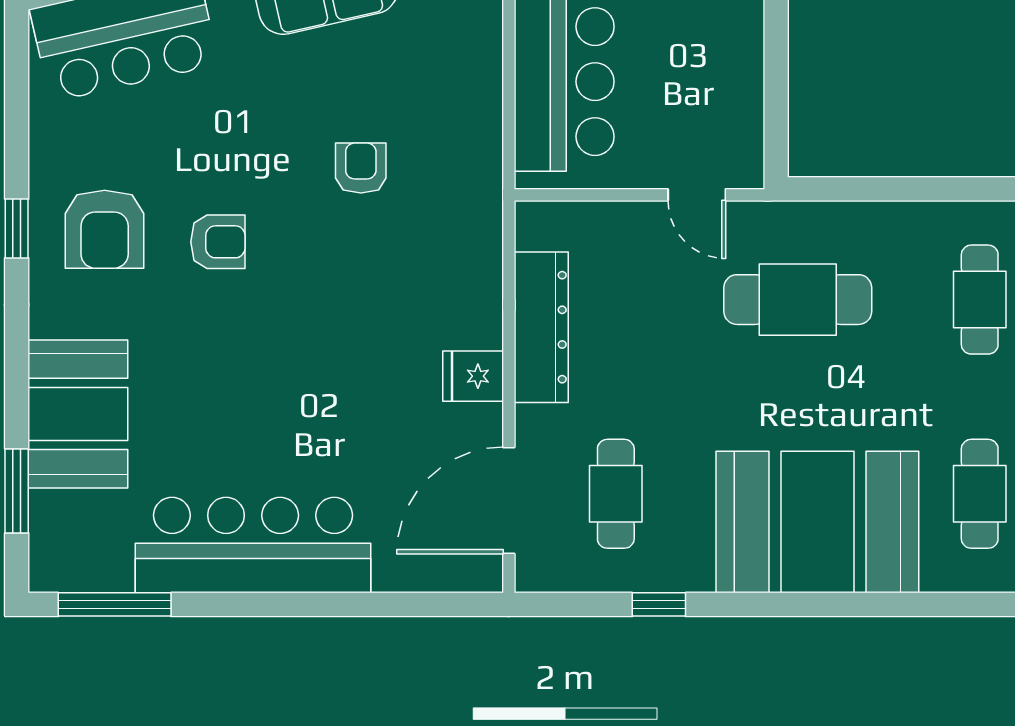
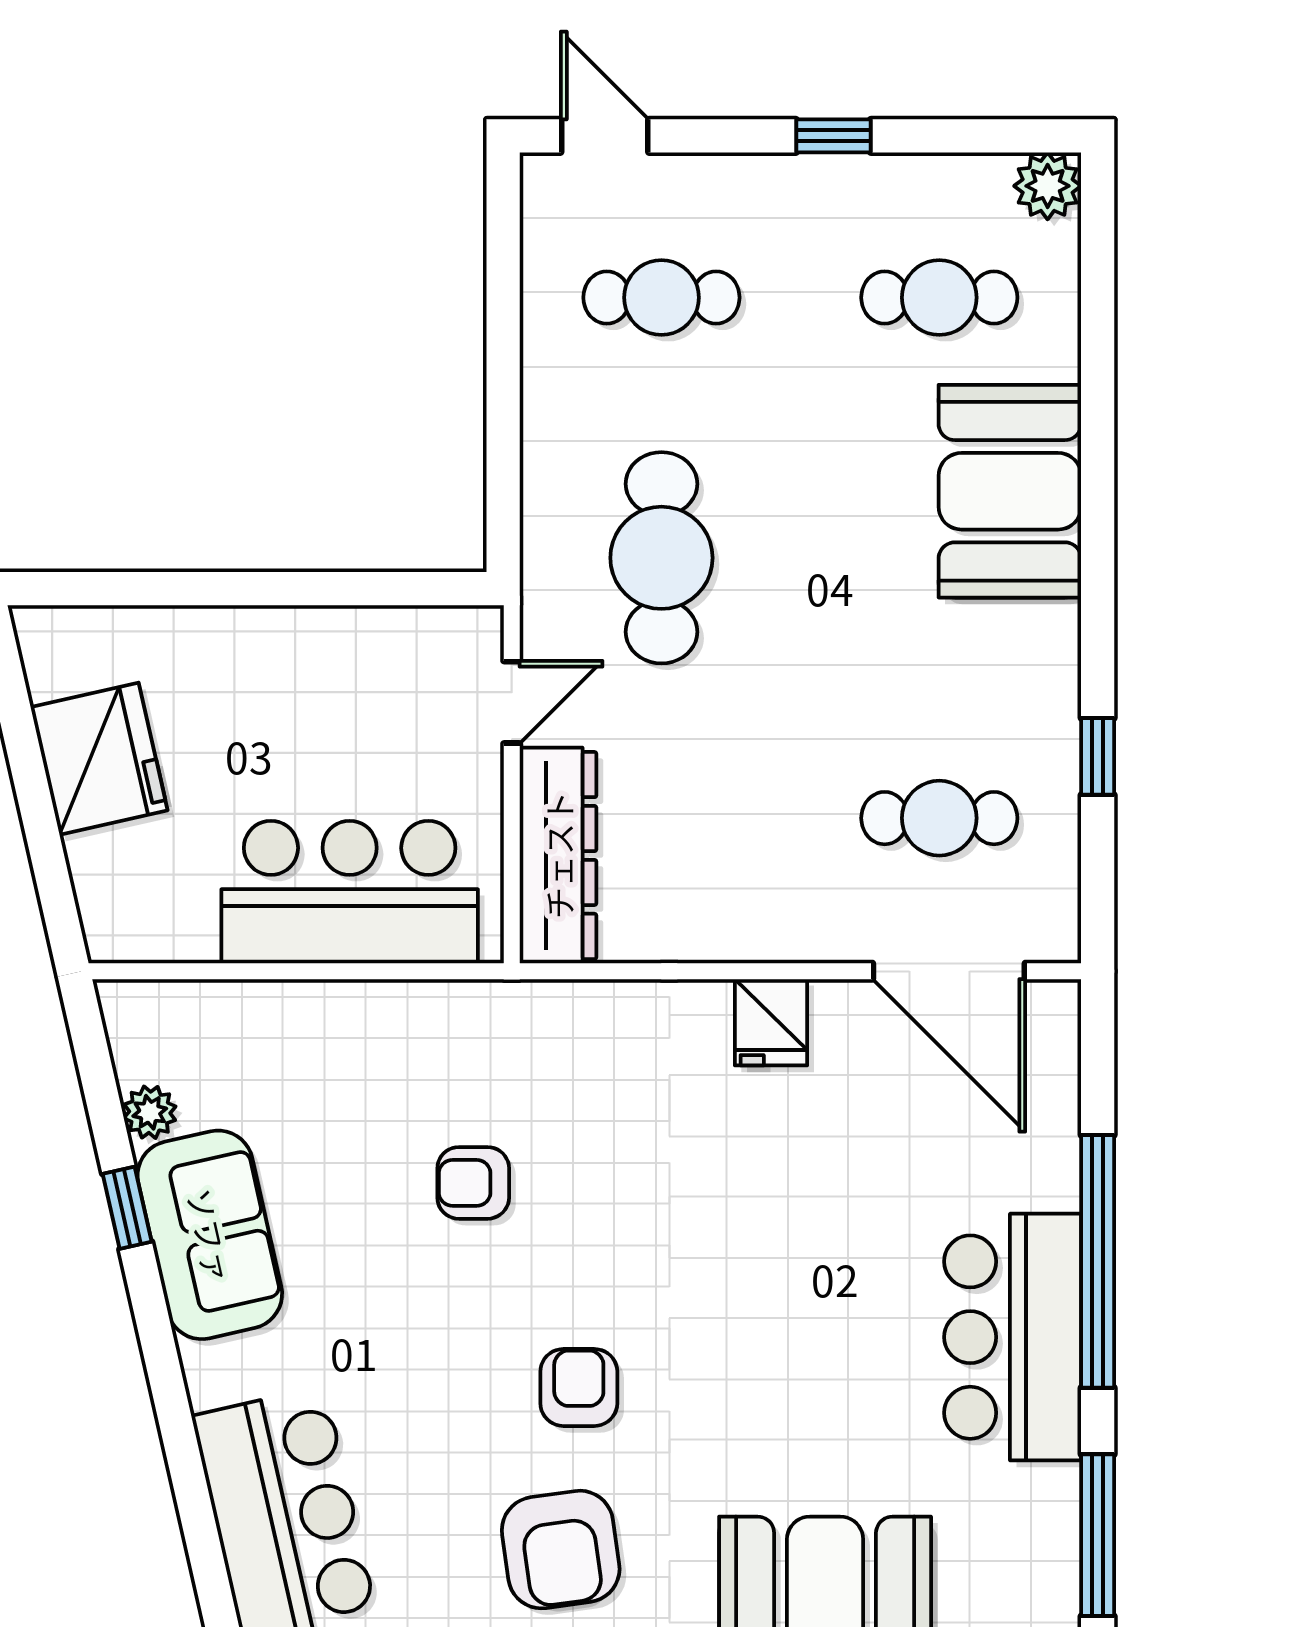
armchair: (105, 229) -> (561, 1550), turned 82
dresser: (541, 327) -> (558, 855), moved, turned 90
booth: (817, 522) -> (1010, 491), width x0.73, depth x0.70
bar counter: (253, 545) -> (1013, 1337), width x0.73
window: (306, 604) -> (1098, 1261), added

